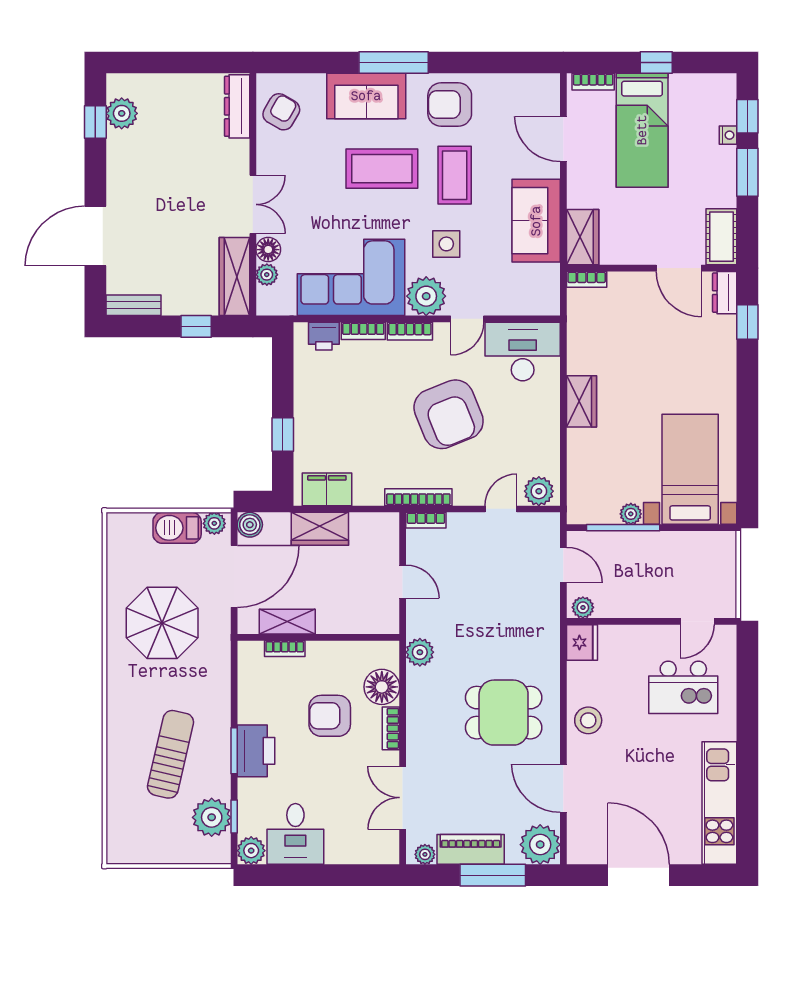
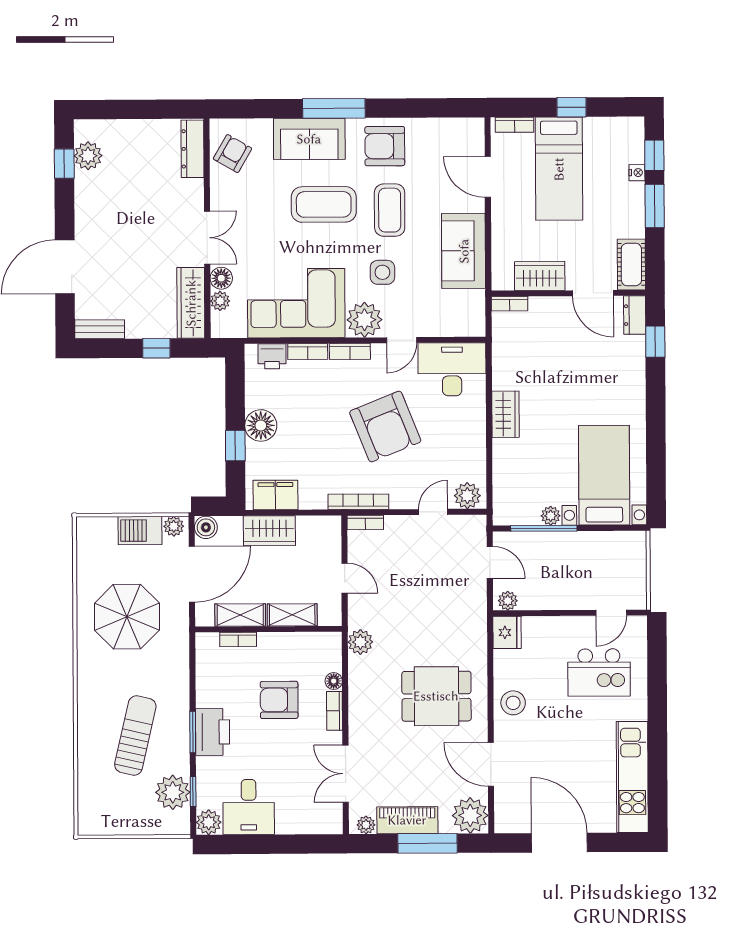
wardrobe: (583, 237) -> (540, 276), moved, turned -90
floor lamp: (311, 412) -> (261, 425), added
shelving: (345, 622) -> (292, 615), added
floor lamp: (382, 687) -> (334, 681), width x0.53, depth x0.53

